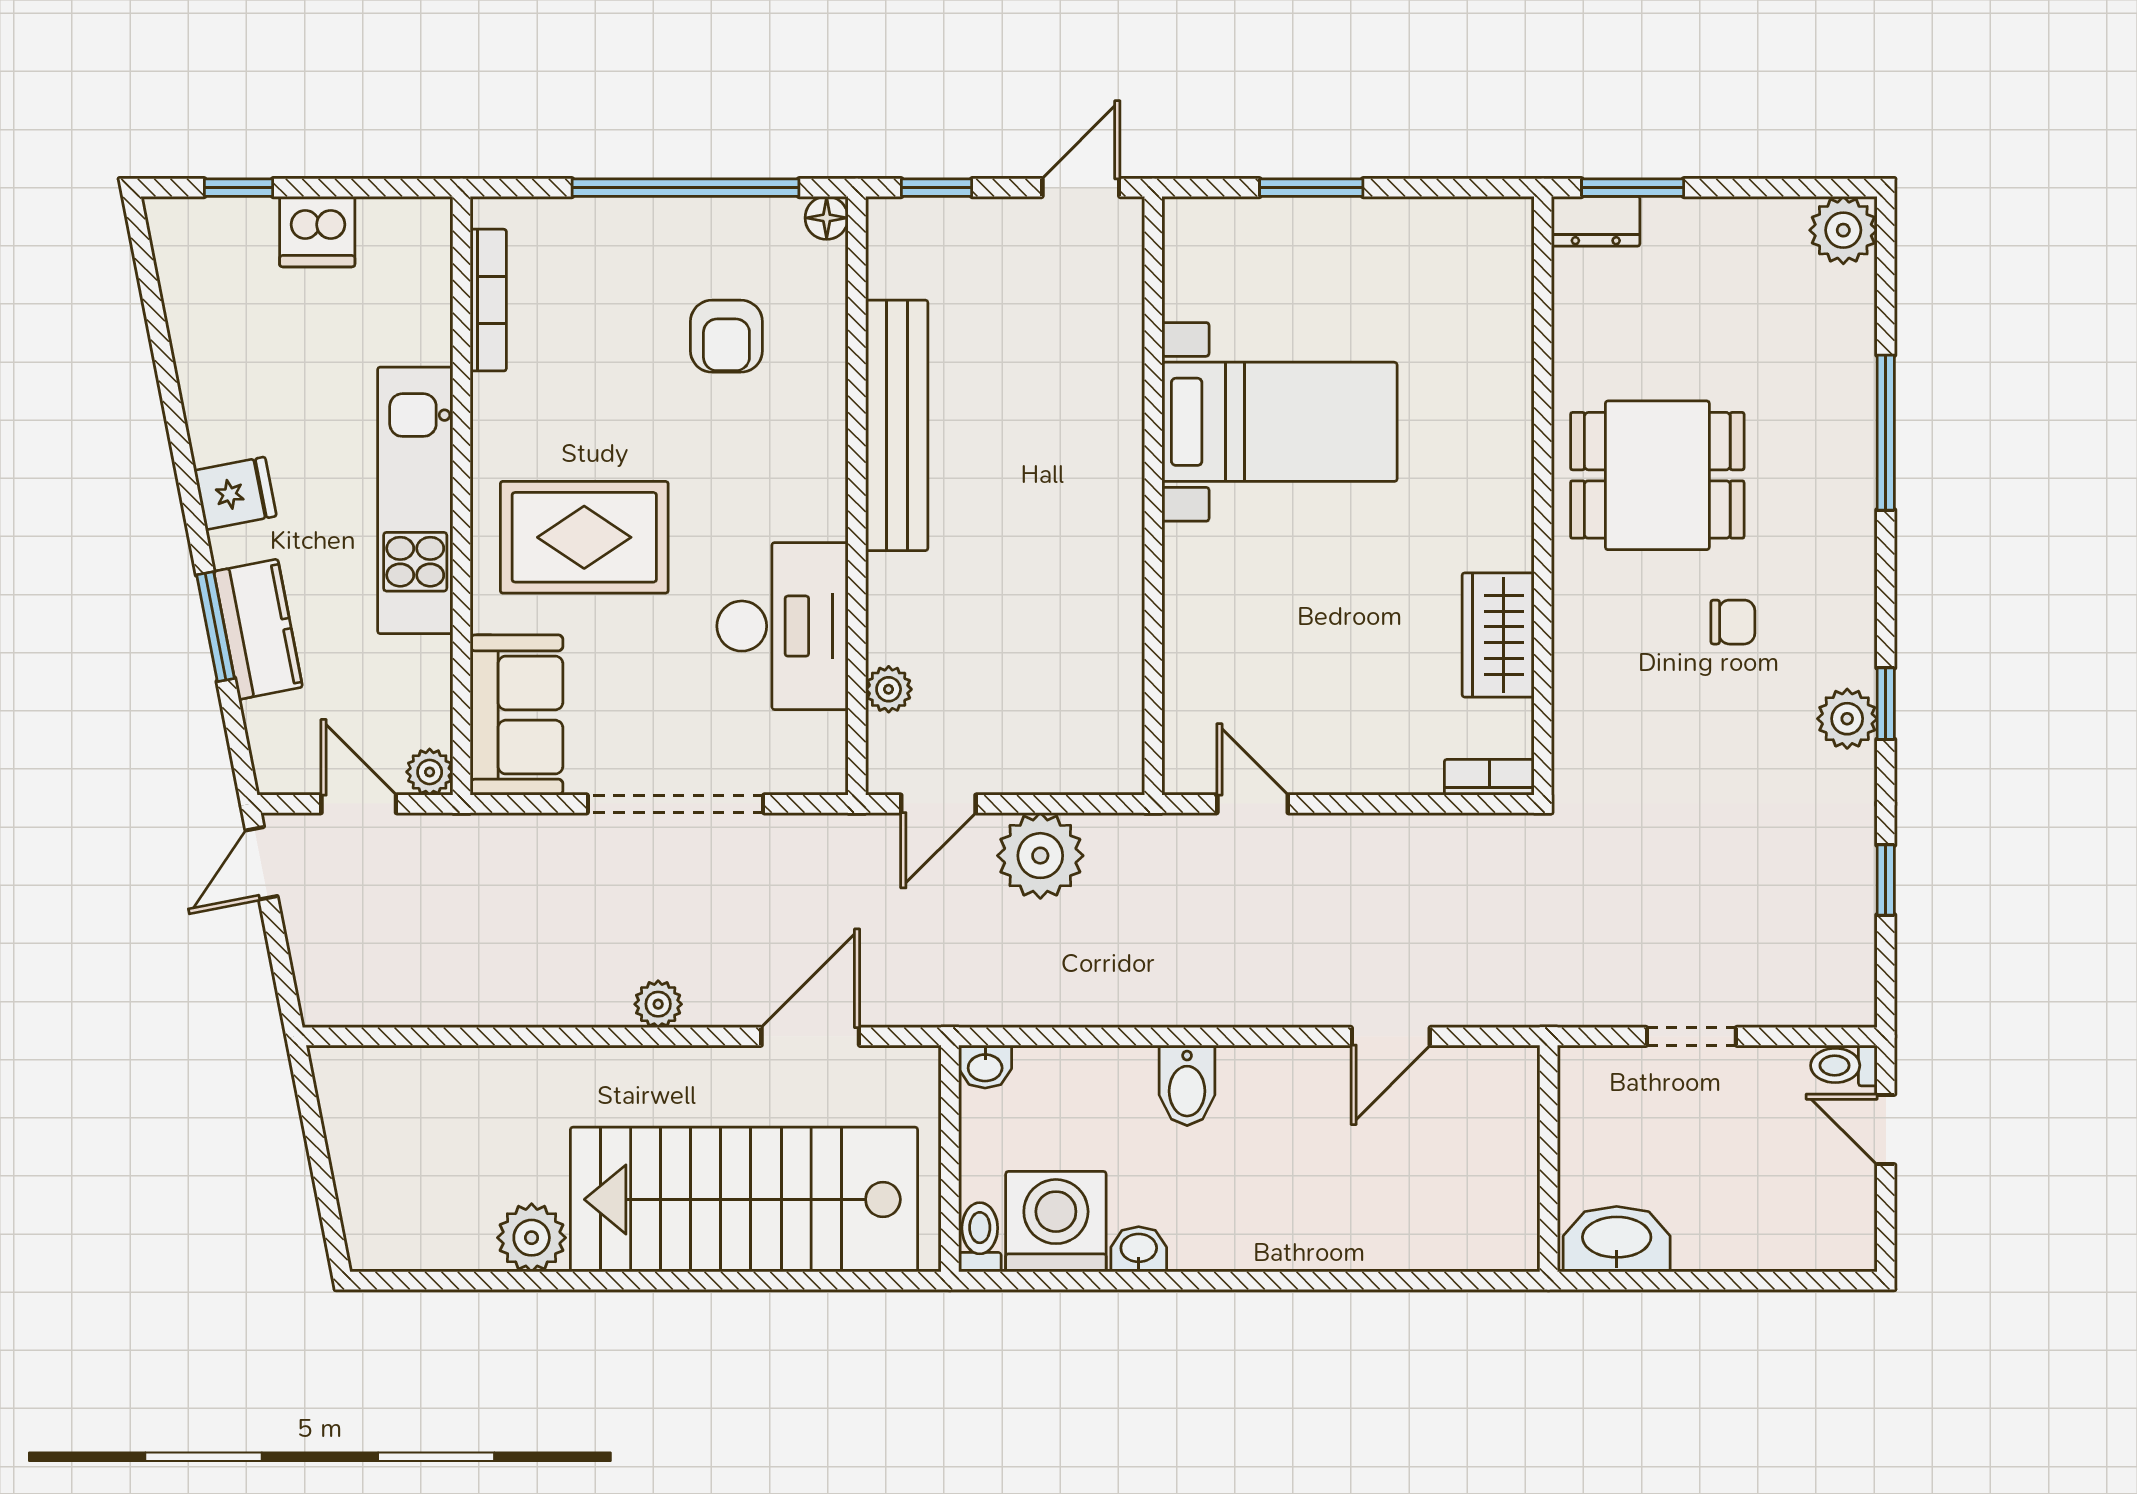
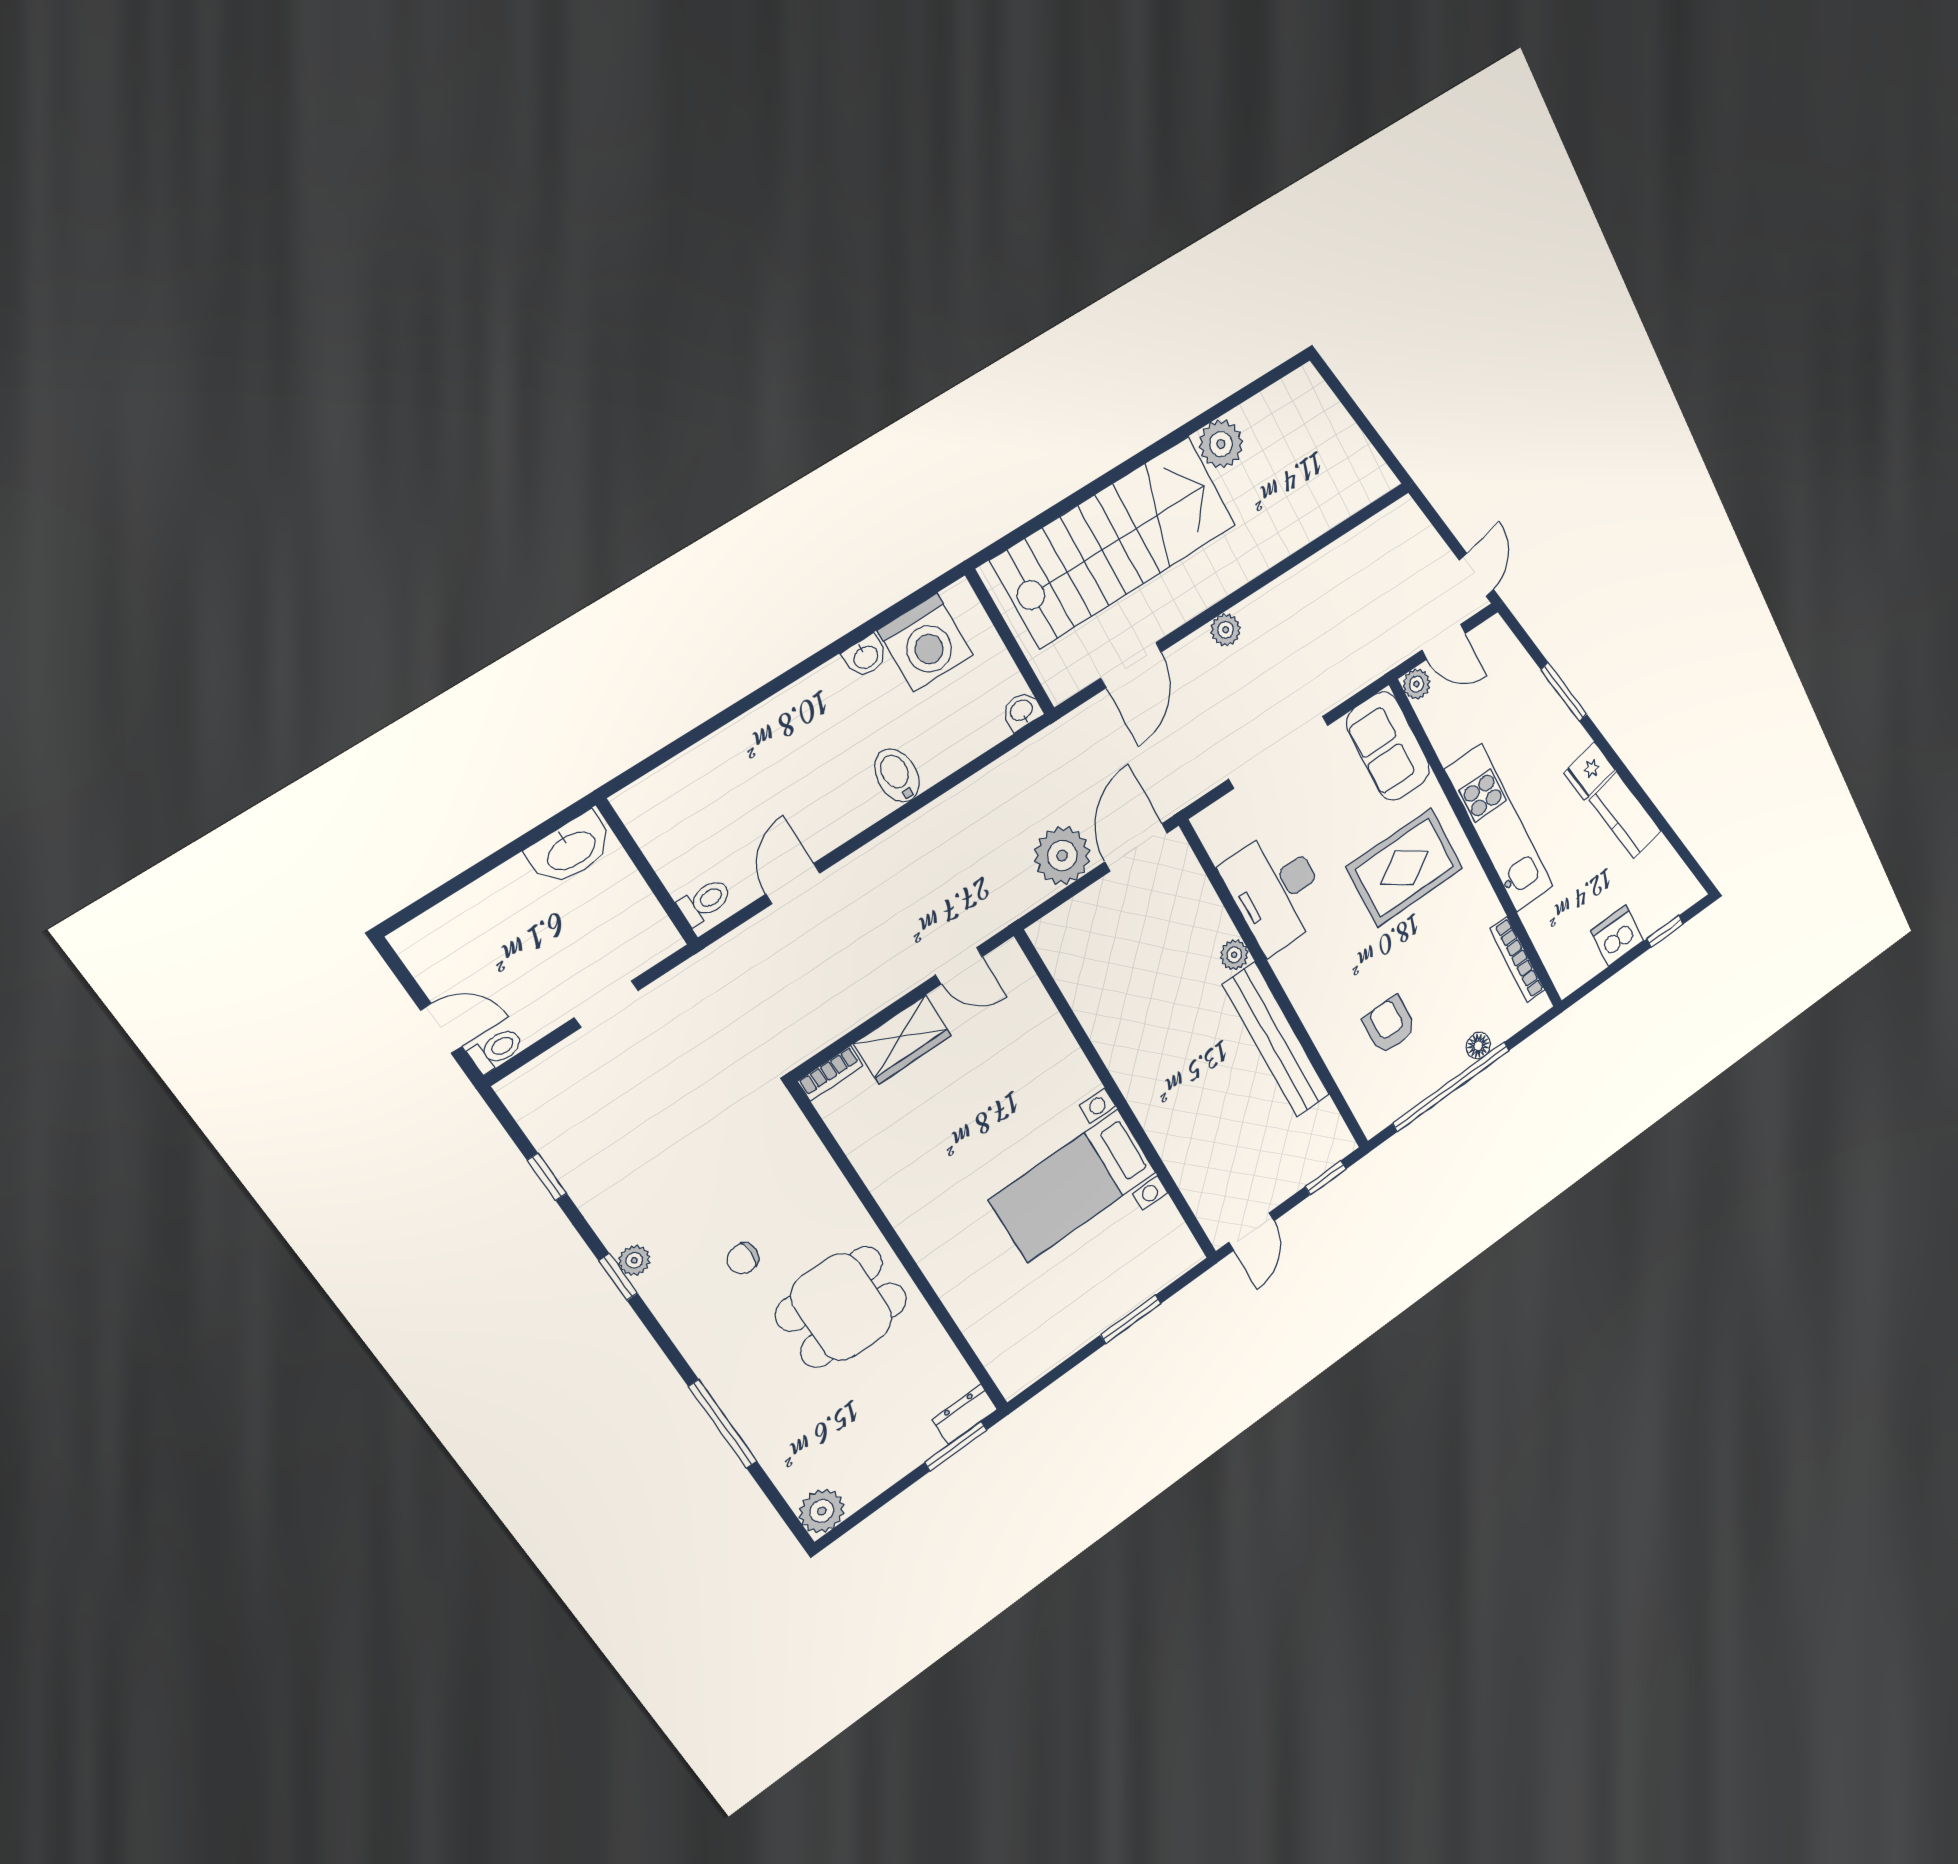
floor lamp: (827, 218) -> (1478, 1046), moved
kitchen counter: (258, 629) -> (1625, 815), moved
wardrobe: (1498, 635) -> (902, 1040), moved, turned 90
plant: (889, 689) -> (1234, 955), moved
plant: (1847, 719) -> (634, 1260), width x0.73, depth x0.73
door: (938, 804) -> (1136, 847), width x1.38
toilet: (980, 1237) -> (705, 901), moved, turned -90

